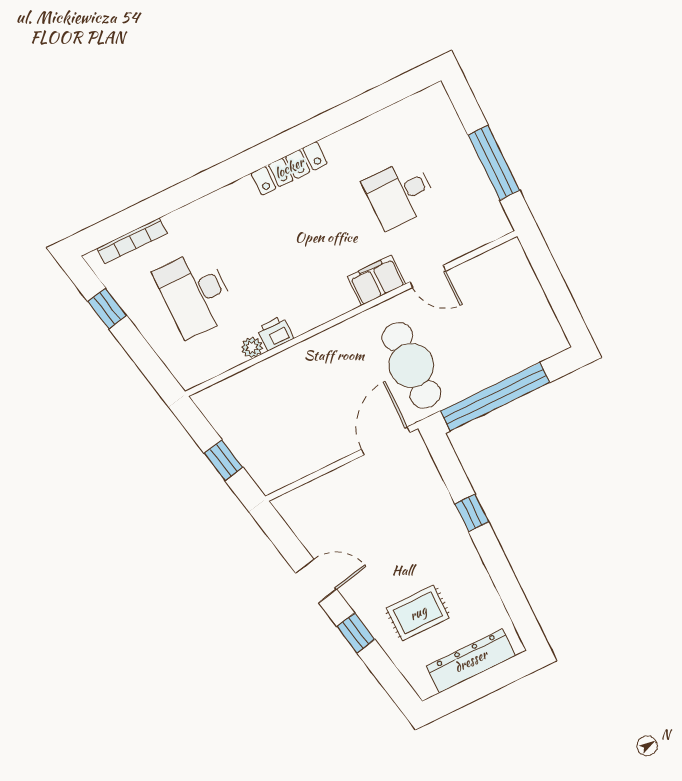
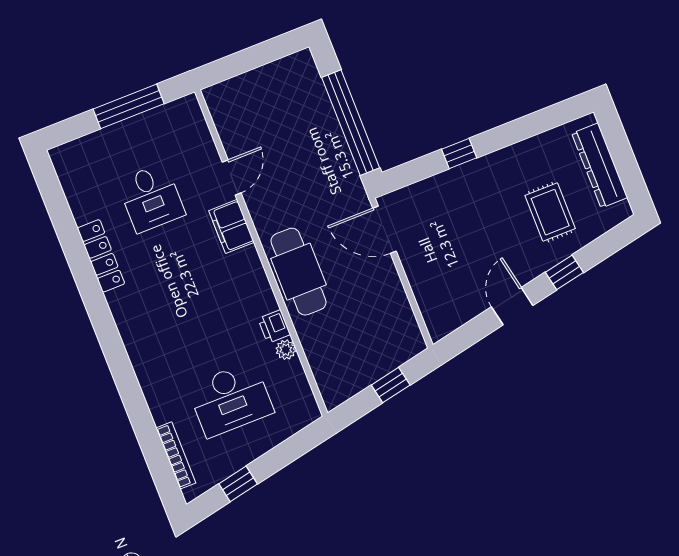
locker: (289, 168) -> (101, 256), moved
cafe table: (411, 365) -> (299, 272), moved, turned 90

